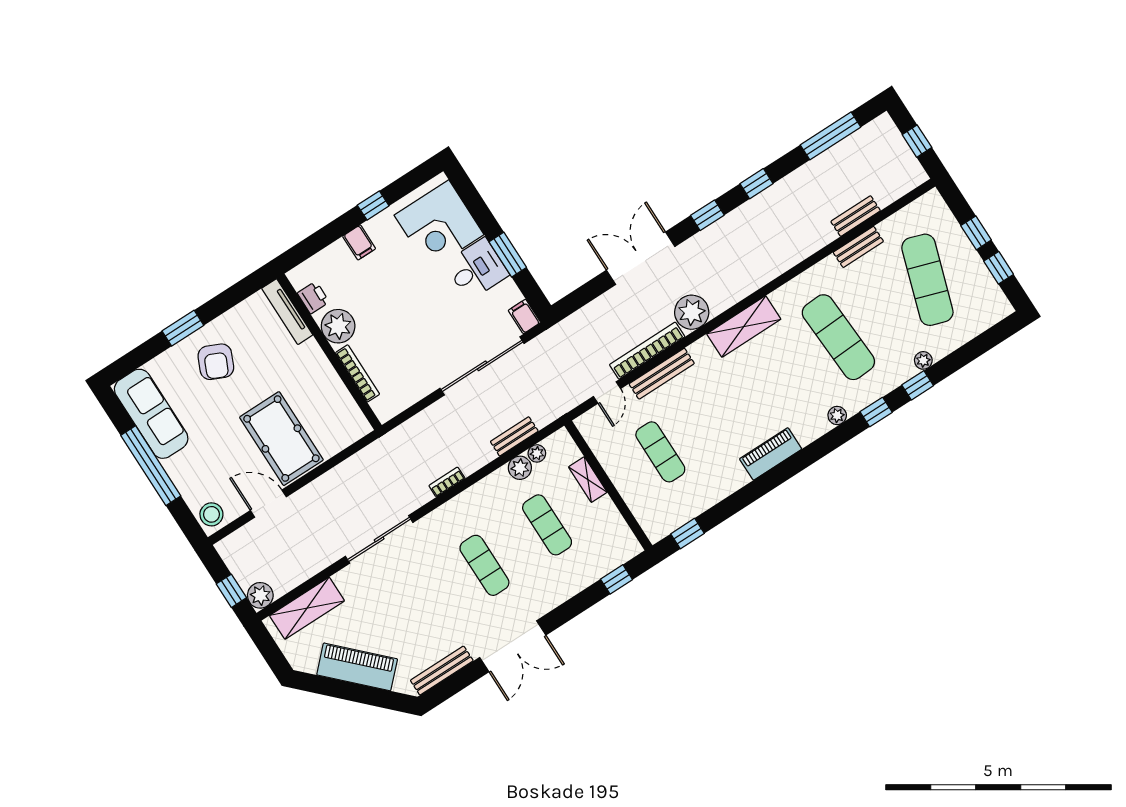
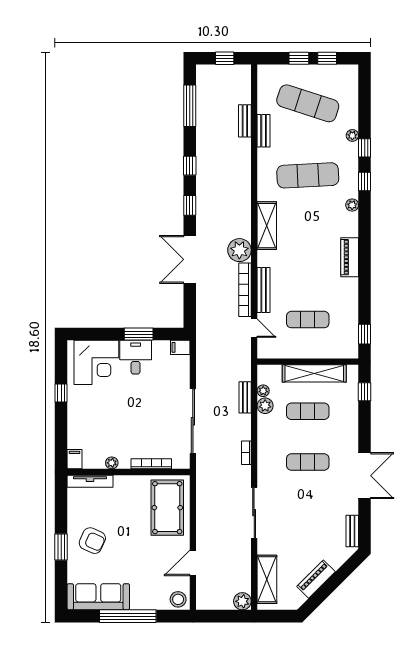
filing cabinet: (359, 242) -> (74, 459), moved, turned -90
printer: (313, 298) -> (92, 461), removed
plant: (338, 326) -> (112, 463), width x0.53, depth x0.53
sliding door: (482, 366) -> (193, 421), moved
pool table: (281, 439) -> (167, 508), moved, turned 90
shelving: (588, 480) -> (314, 373), width x2.20, depth x1.33
window: (231, 591) -> (229, 616), removed
piano: (357, 667) -> (316, 579), width x0.73, depth x0.75
bench: (442, 671) -> (352, 531), width x0.73

